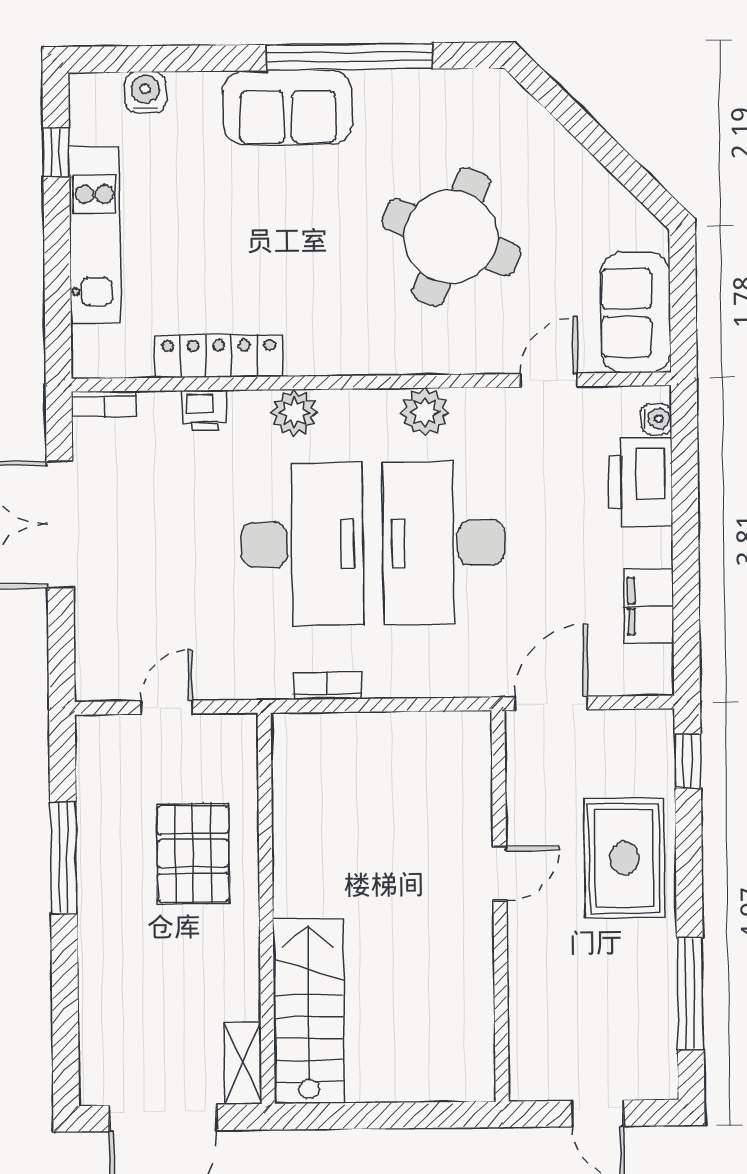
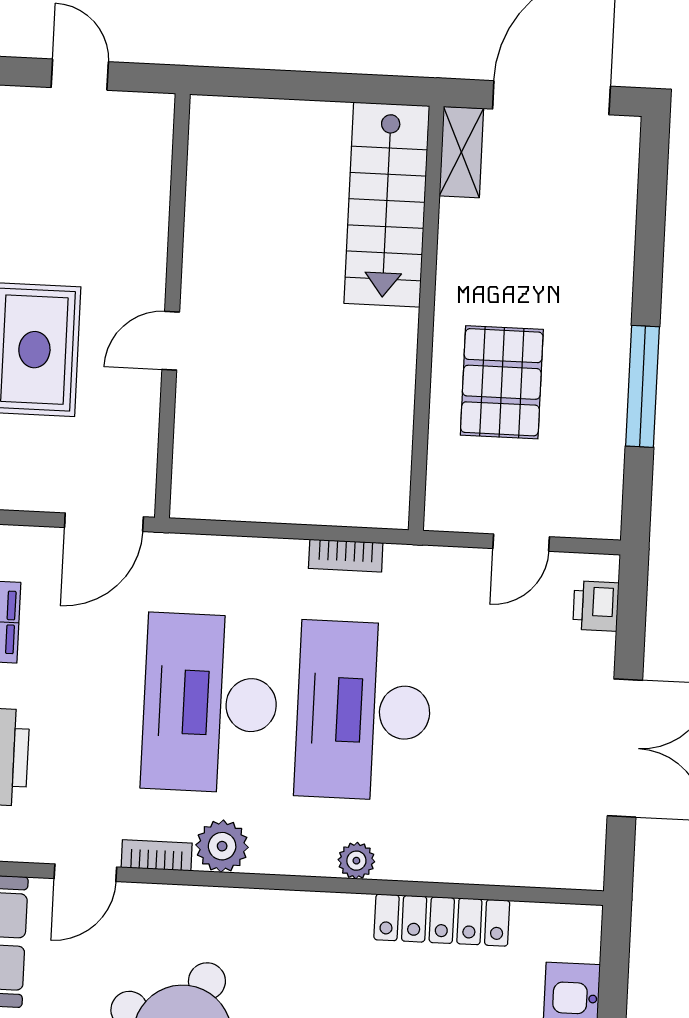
bookcase: (104, 404) -> (157, 855), moved
printer: (204, 410) -> (596, 606), moved, turned -90
plant: (294, 413) -> (356, 861), width x0.73, depth x0.73
desk: (444, 543) -> (210, 703), turned 180

